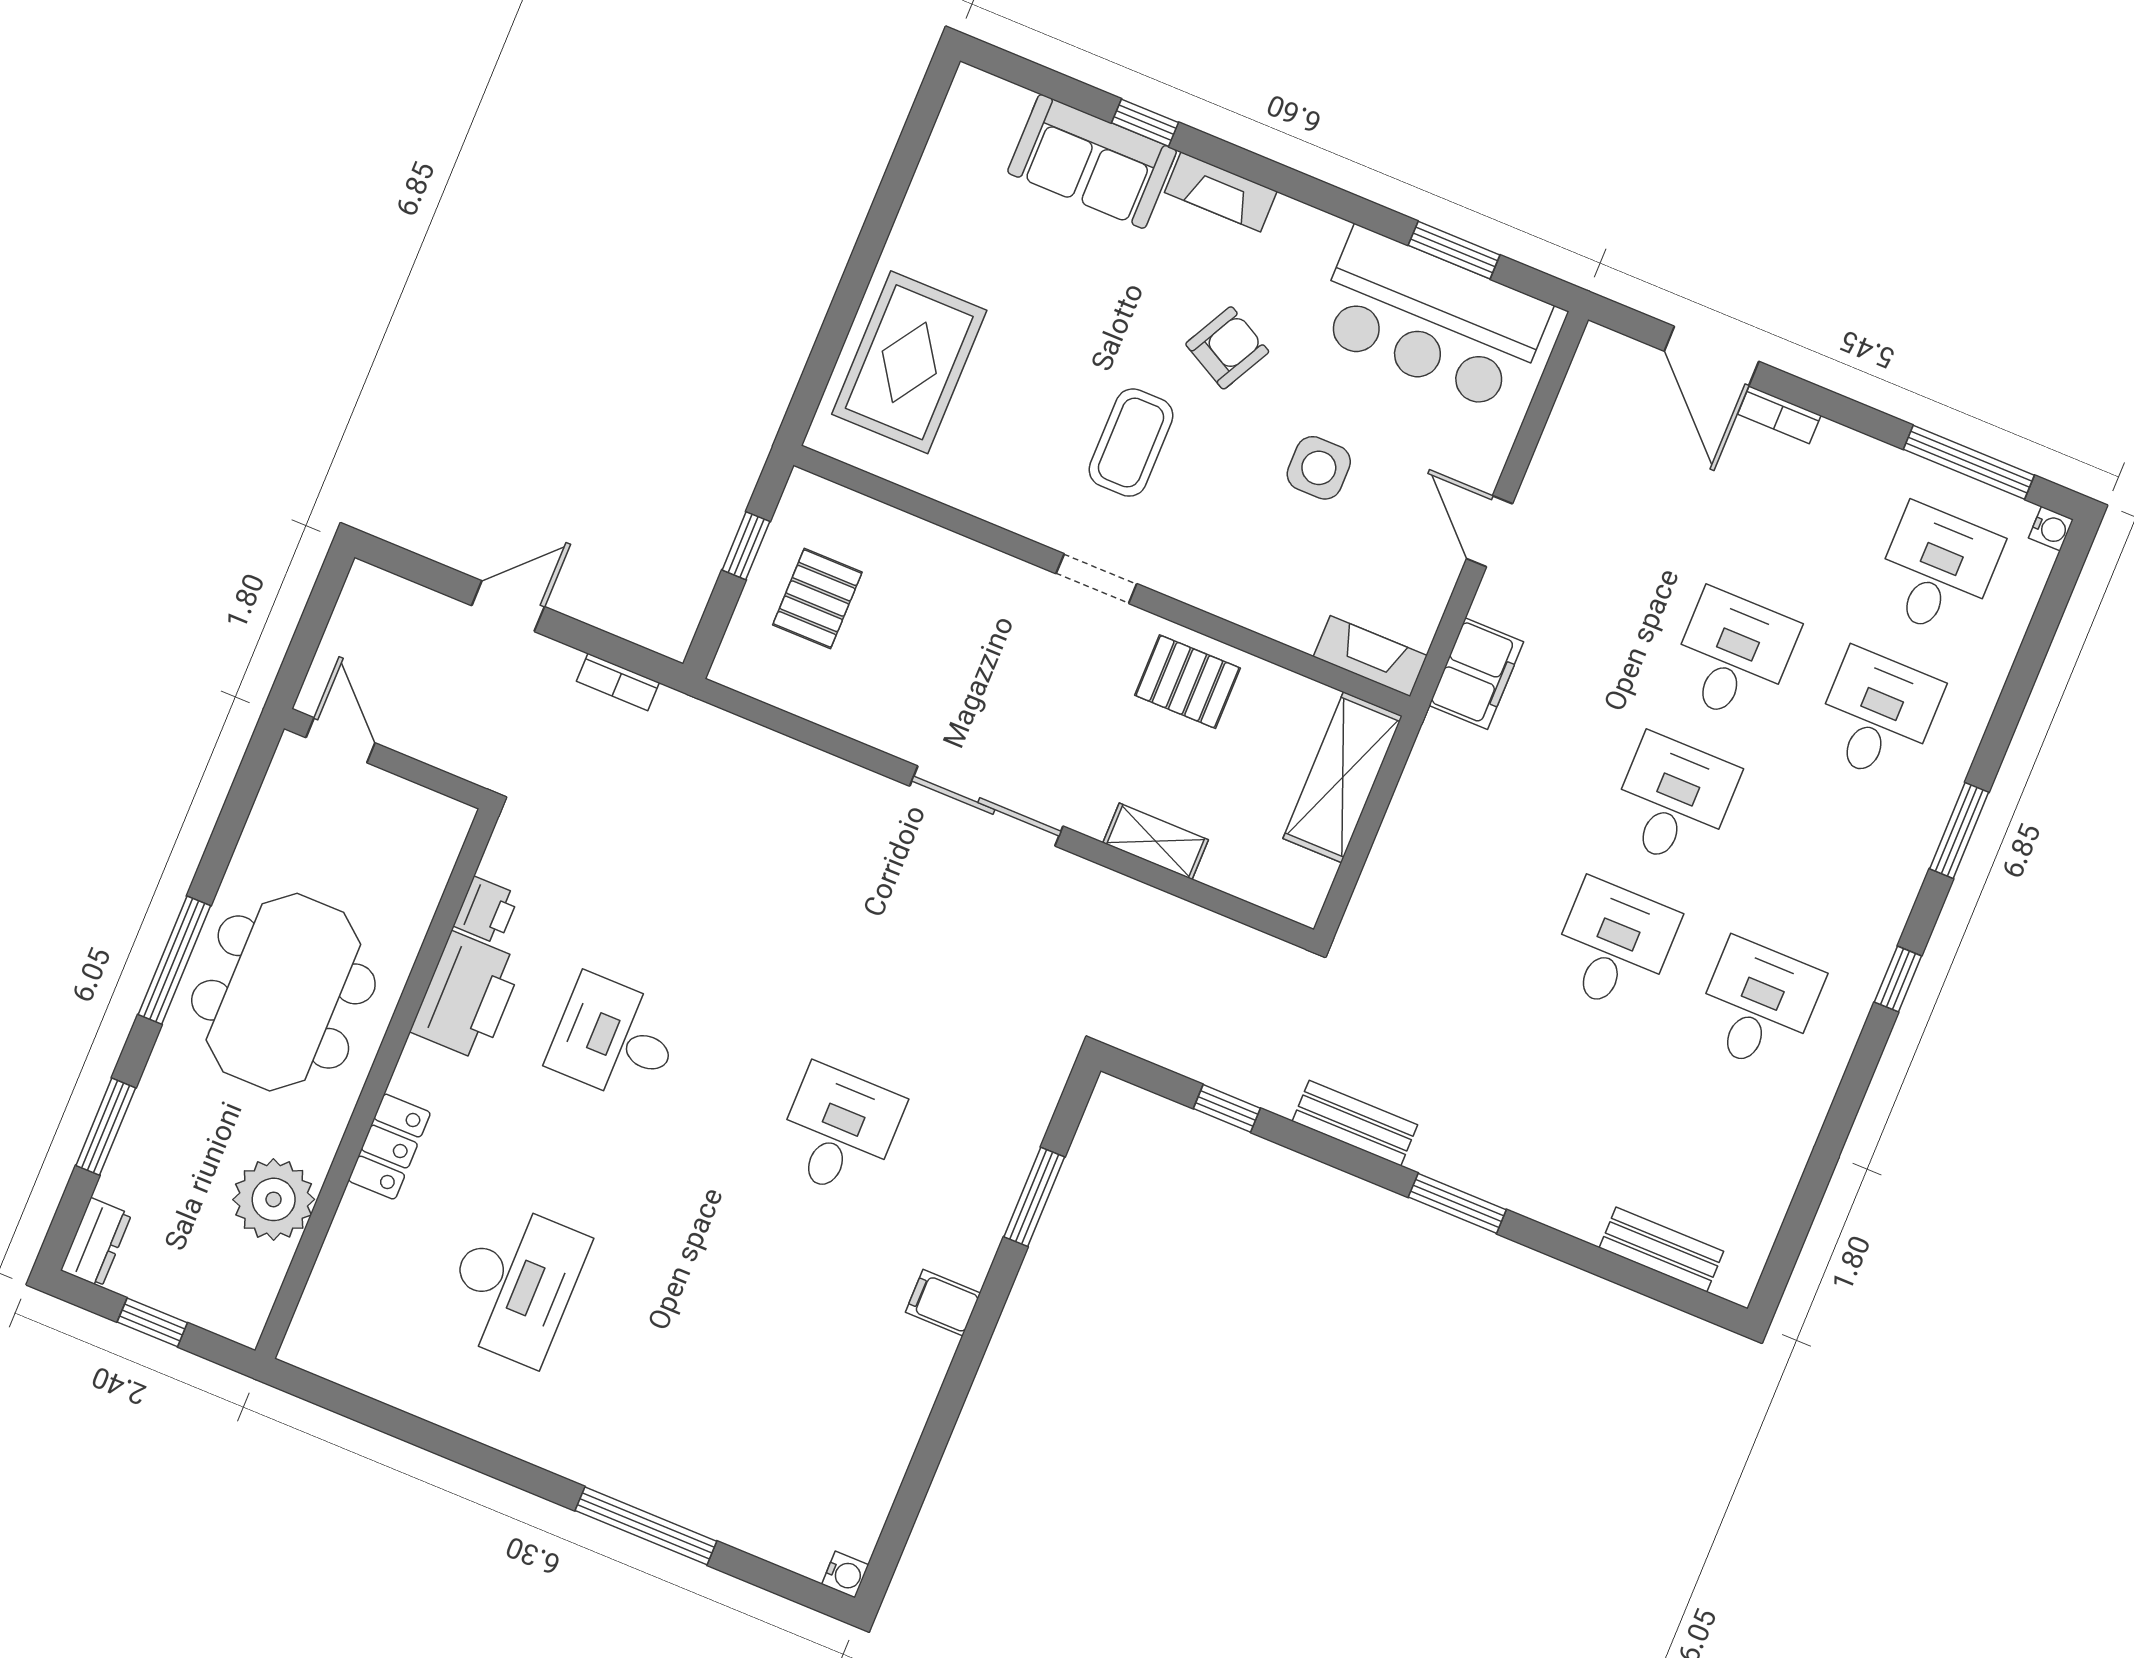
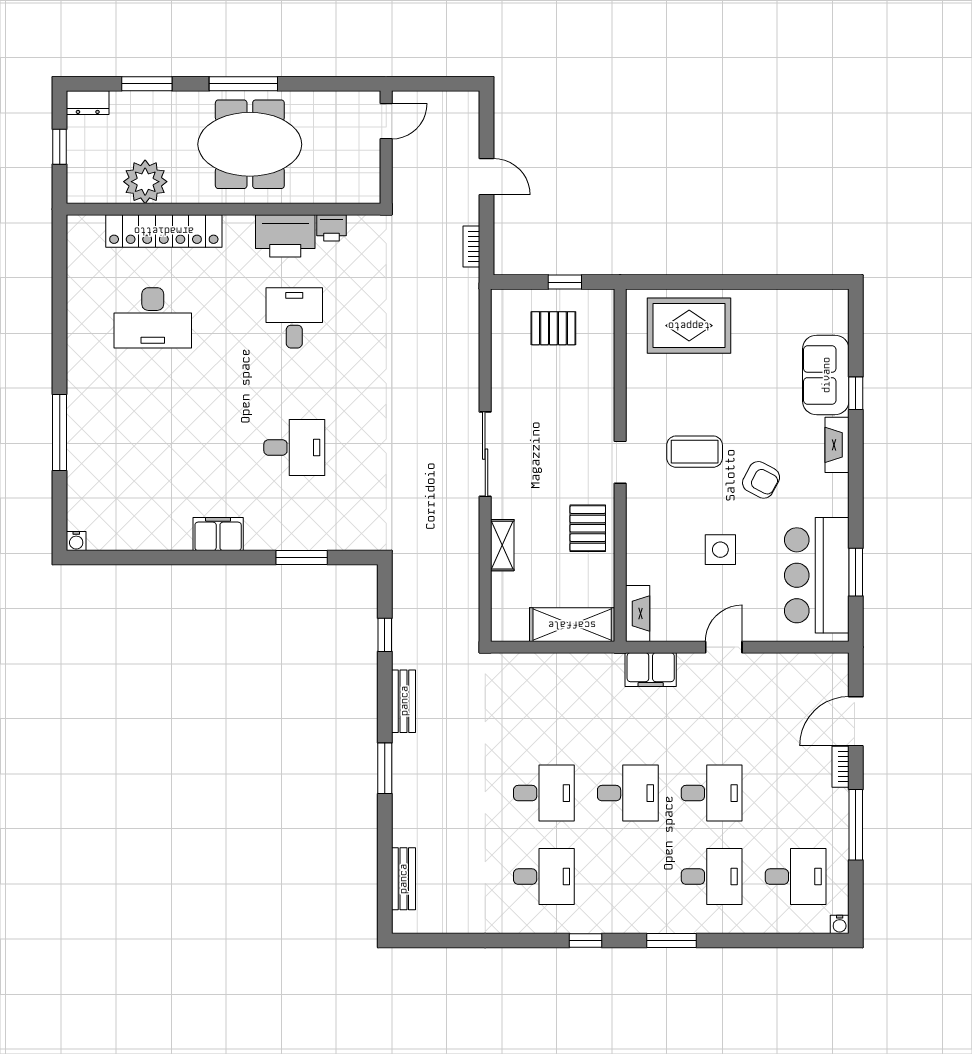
window: (1969, 462) -> (856, 825), moved
locker: (389, 1147) -> (164, 231), width x2.16, depth x1.21
filing cabinet: (943, 1303) -> (218, 534), width x2.00

